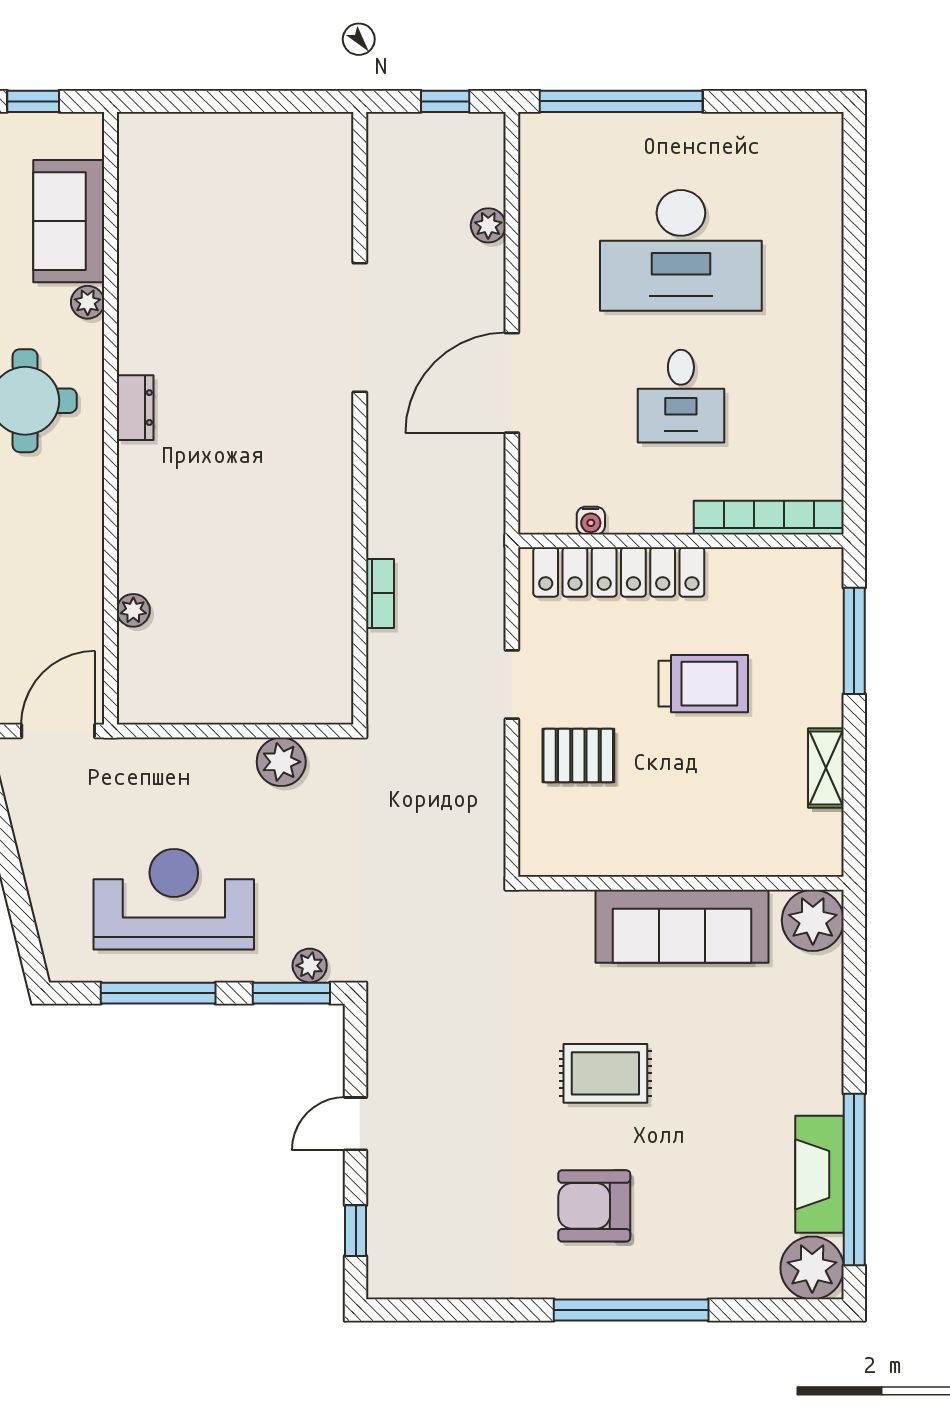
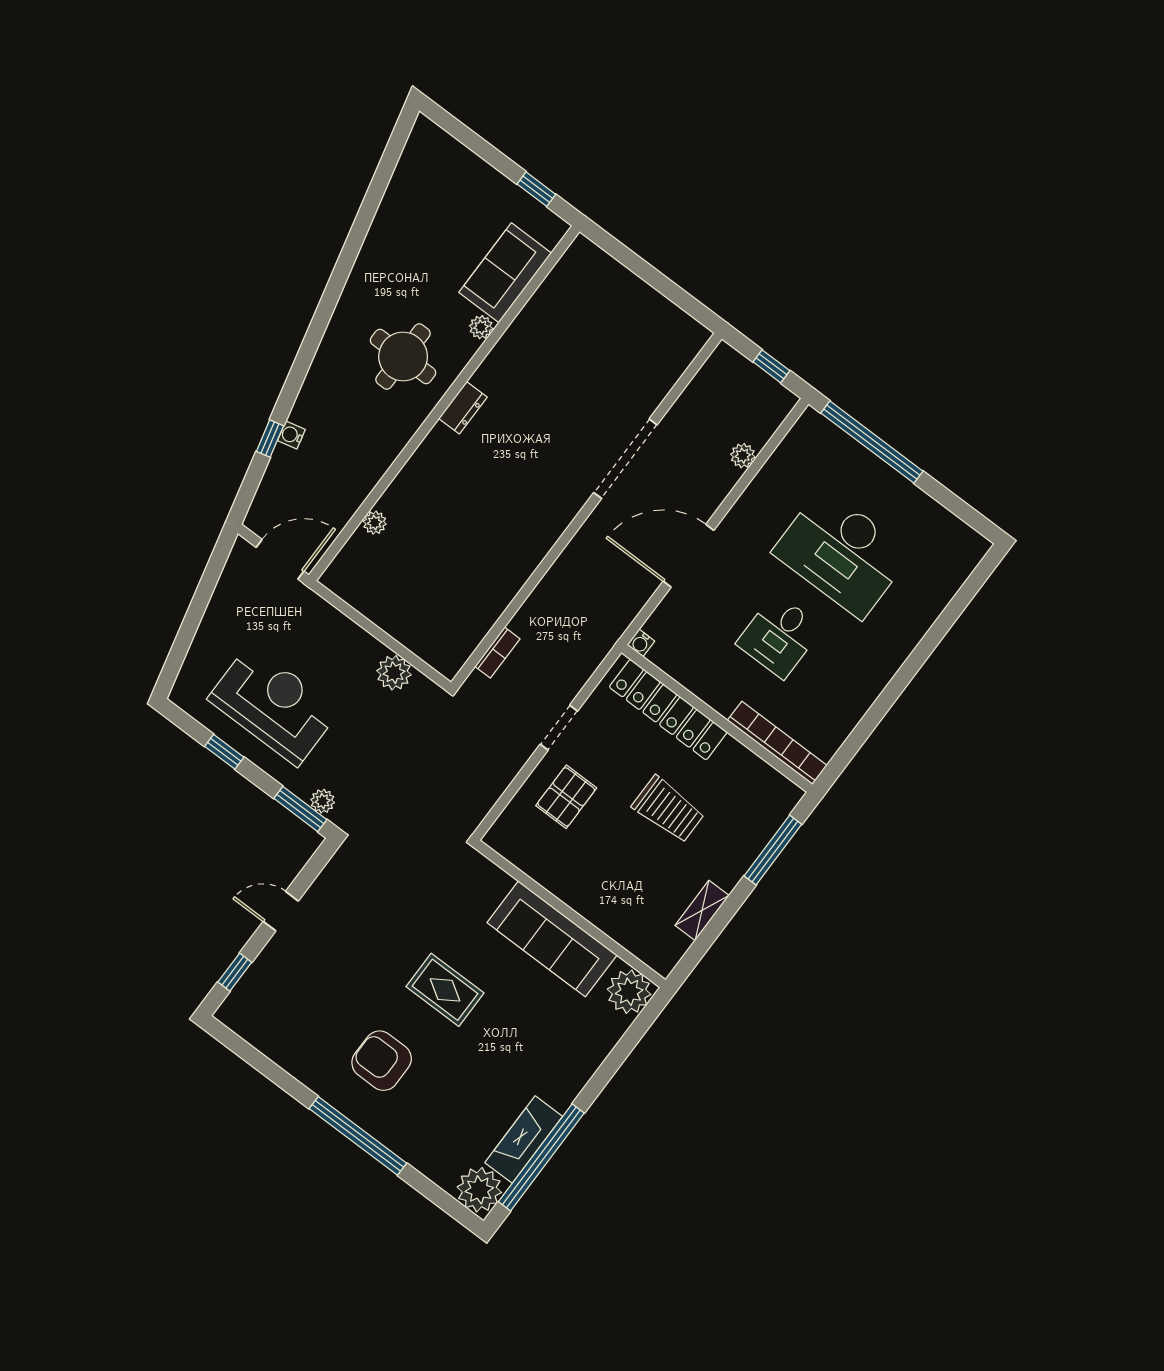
water cooler: (591, 521) -> (641, 643), moved
bookcase: (380, 593) -> (497, 653), moved
pallet: (578, 755) -> (566, 797), turned 90
window: (158, 993) -> (224, 752), width x0.46

